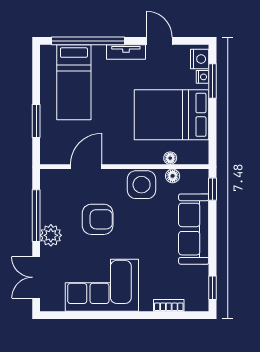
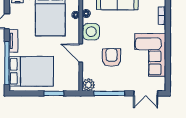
bed: (74, 82) -> (31, 71), width x1.50
door: (86, 167) -> (81, 53), moved
plant: (51, 235) -> (88, 85), moved

